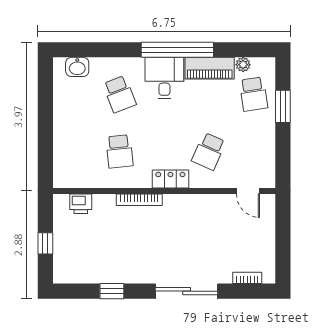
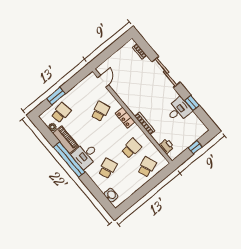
school desk: (75, 151) -> (147, 167), added
school desk: (209, 151) -> (100, 111), turned -45
desk: (118, 264) -> (179, 110), added

